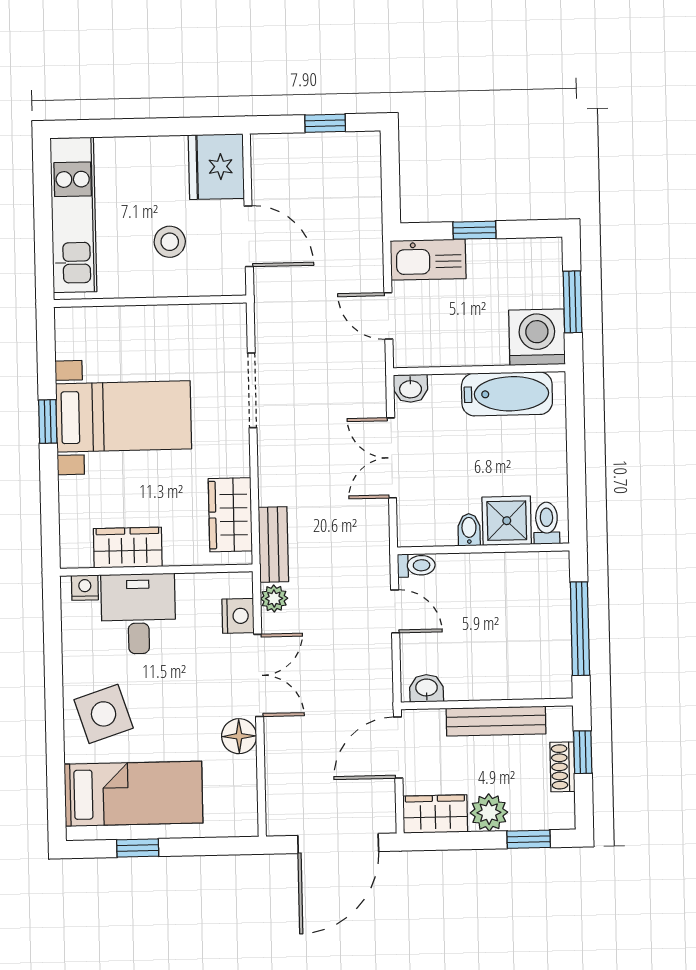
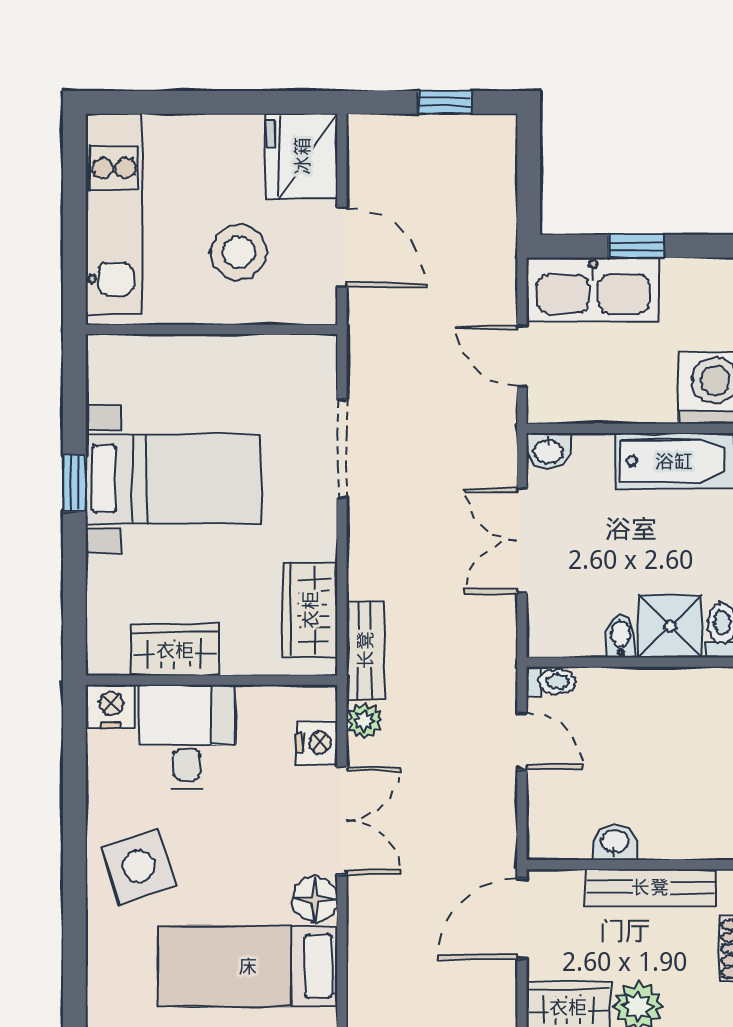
stool: (170, 242) -> (239, 252), width x1.38, depth x1.38
kitchen sink: (428, 260) -> (593, 289), width x1.36, depth x1.24
nightstand: (85, 588) -> (111, 707), width x1.39, depth x1.35
washbasin: (427, 688) -> (615, 842), moved
bed: (134, 794) -> (248, 966), moved, turned 180

